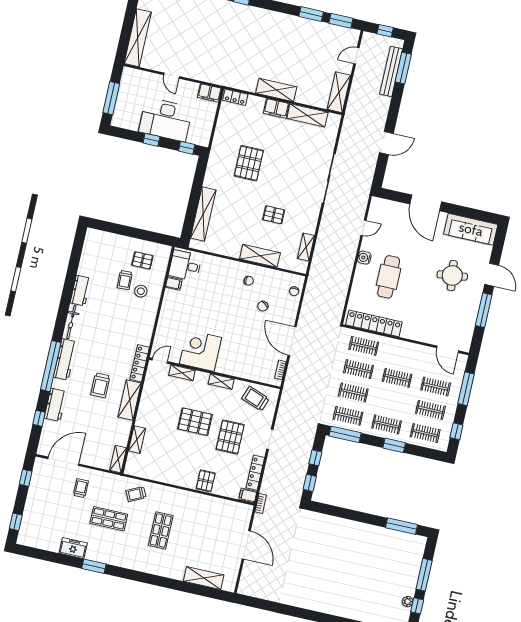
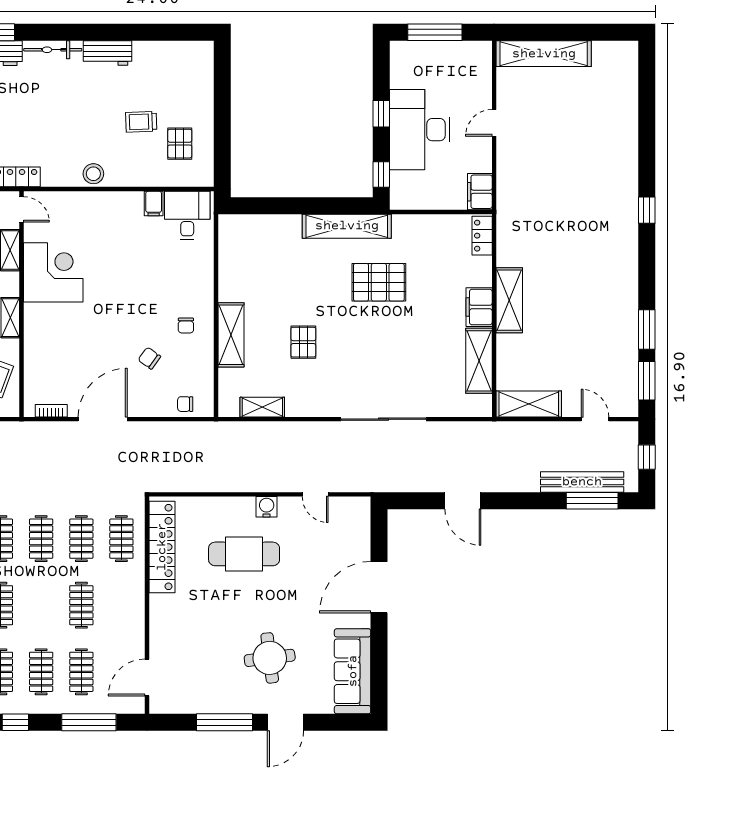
shelving: (203, 214) -> (347, 226), moved
stool: (141, 291) -> (93, 174), moved

